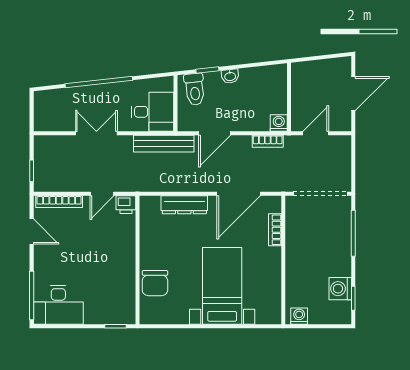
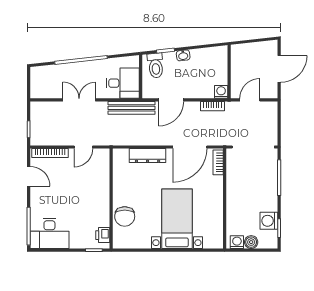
printer: (126, 205) -> (103, 235), moved, turned 90
bookcase: (275, 230) -> (218, 162), moved
boiler: (317, 316) -> (251, 242), added

